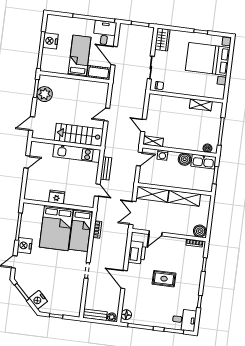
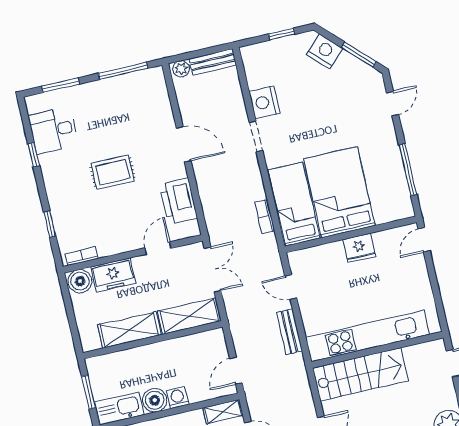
kitchen unit: (77, 153) -> (368, 336), width x1.36
washing machine: (162, 155) -> (178, 398), moved
door: (27, 162) -> (424, 240), moved
freezer: (182, 228) -> (113, 275), added
nightstand: (25, 246) -> (264, 102), moved, turned 180
floor lamp: (126, 315) -> (156, 83), removed
desk: (184, 320) -> (53, 130), moved

